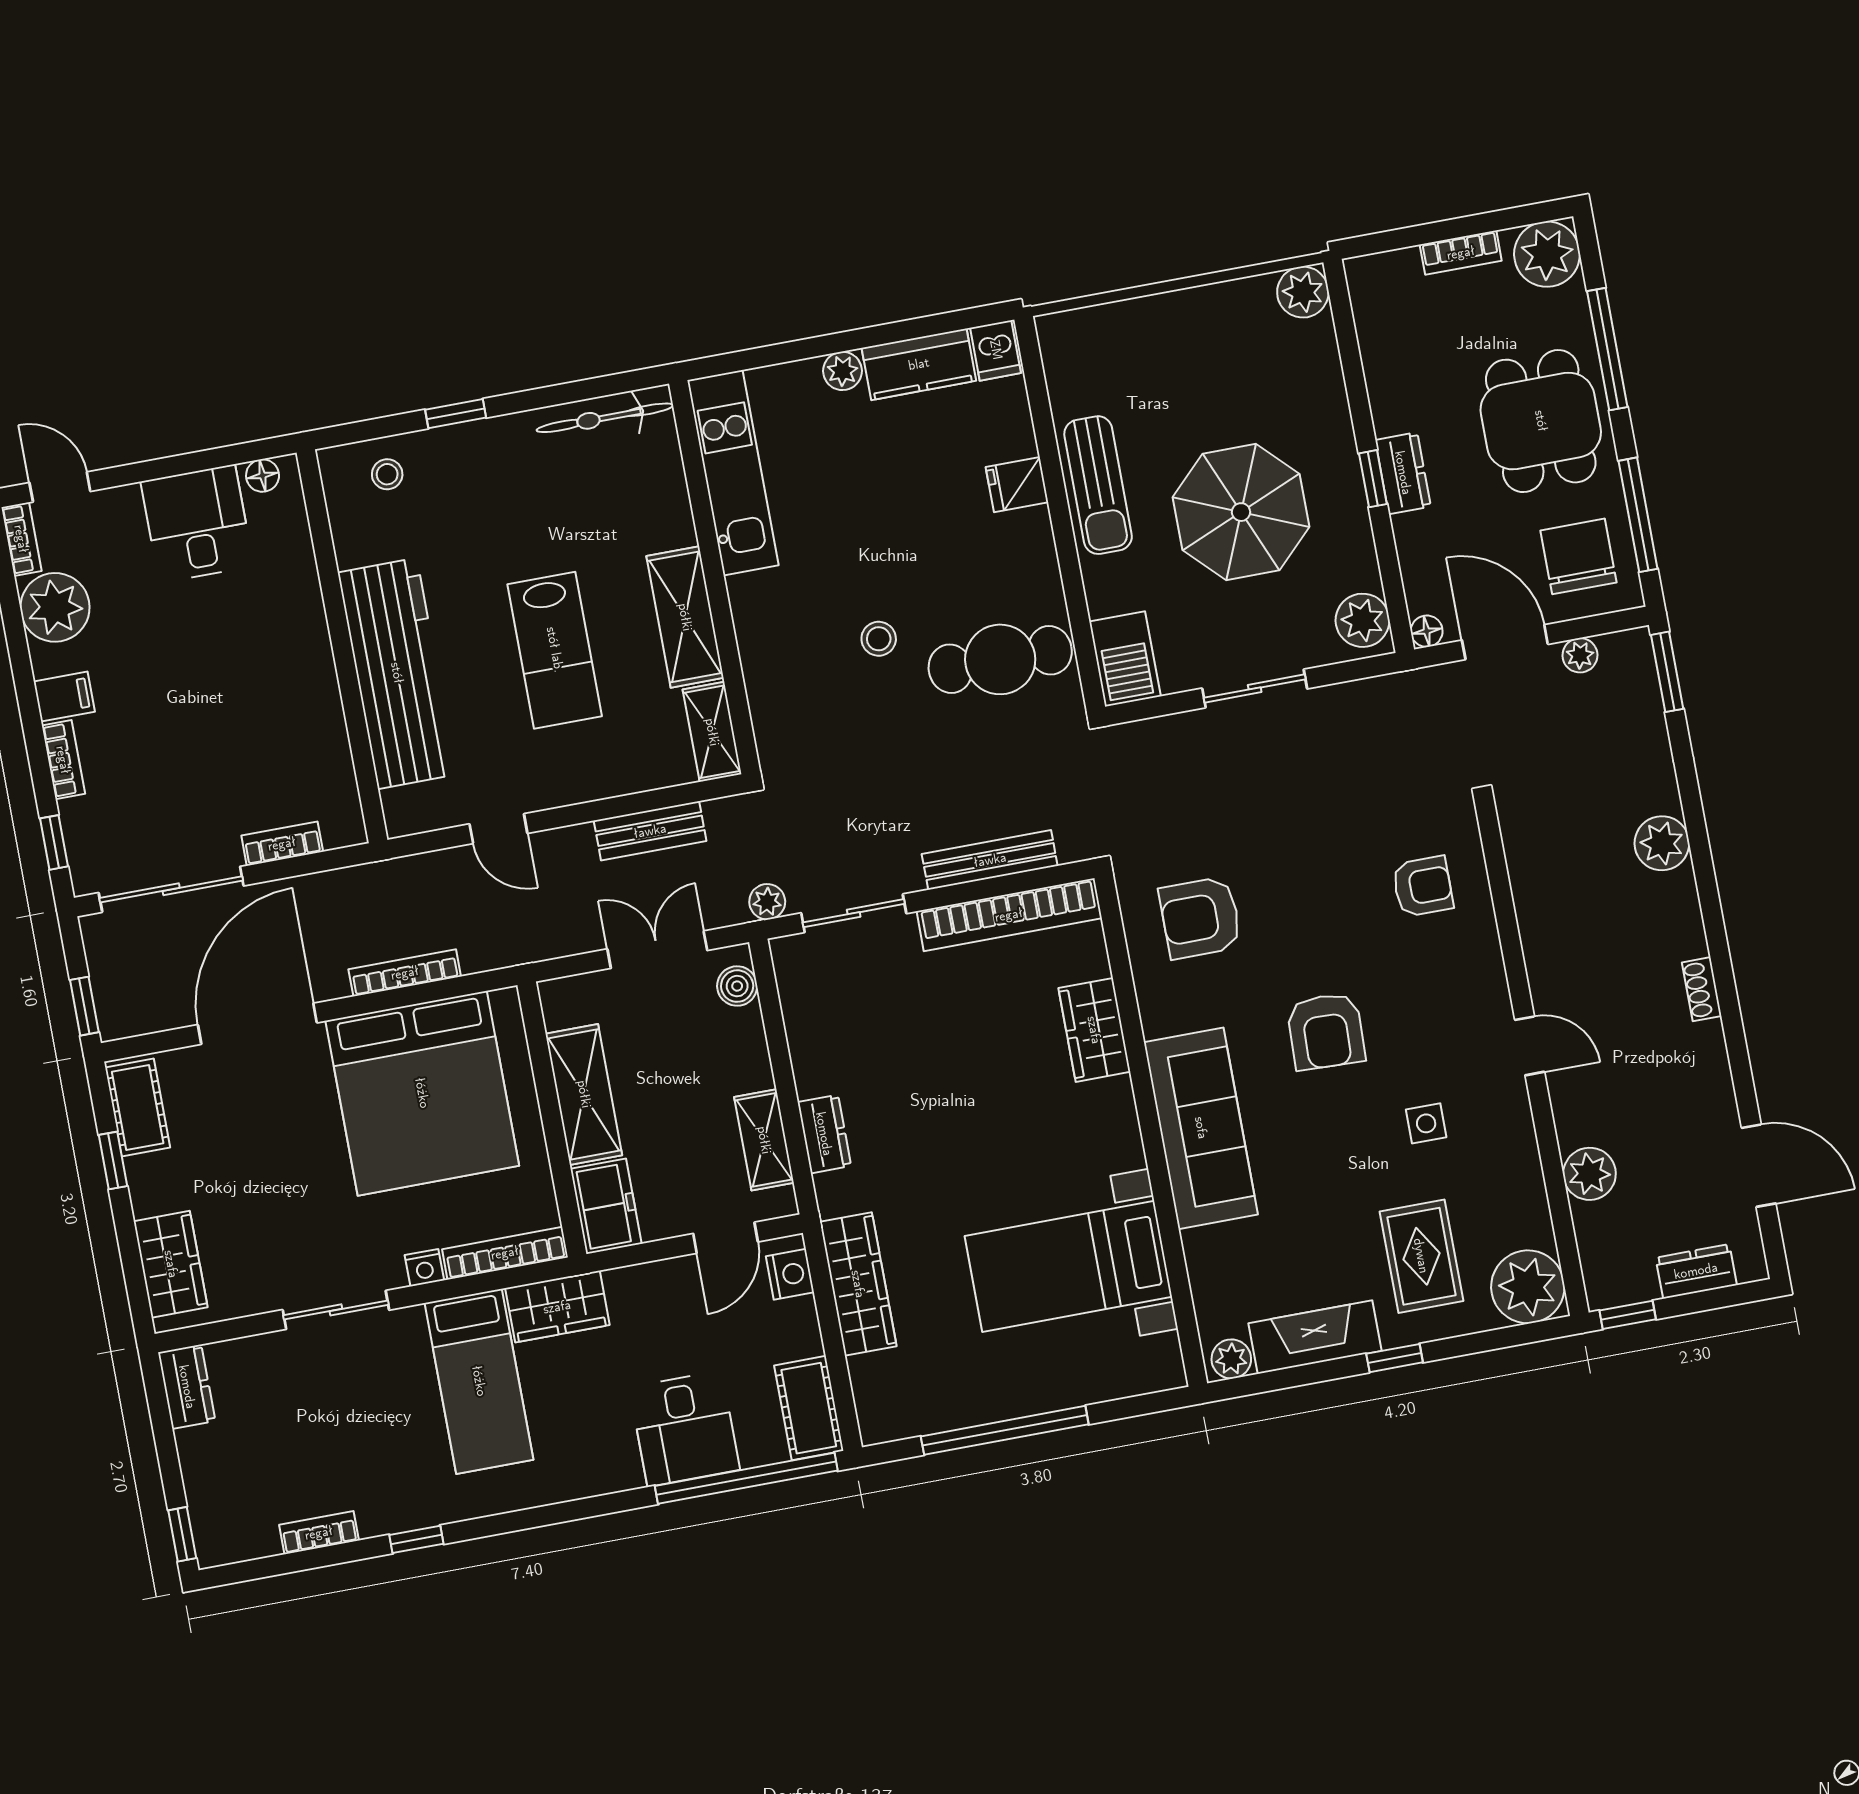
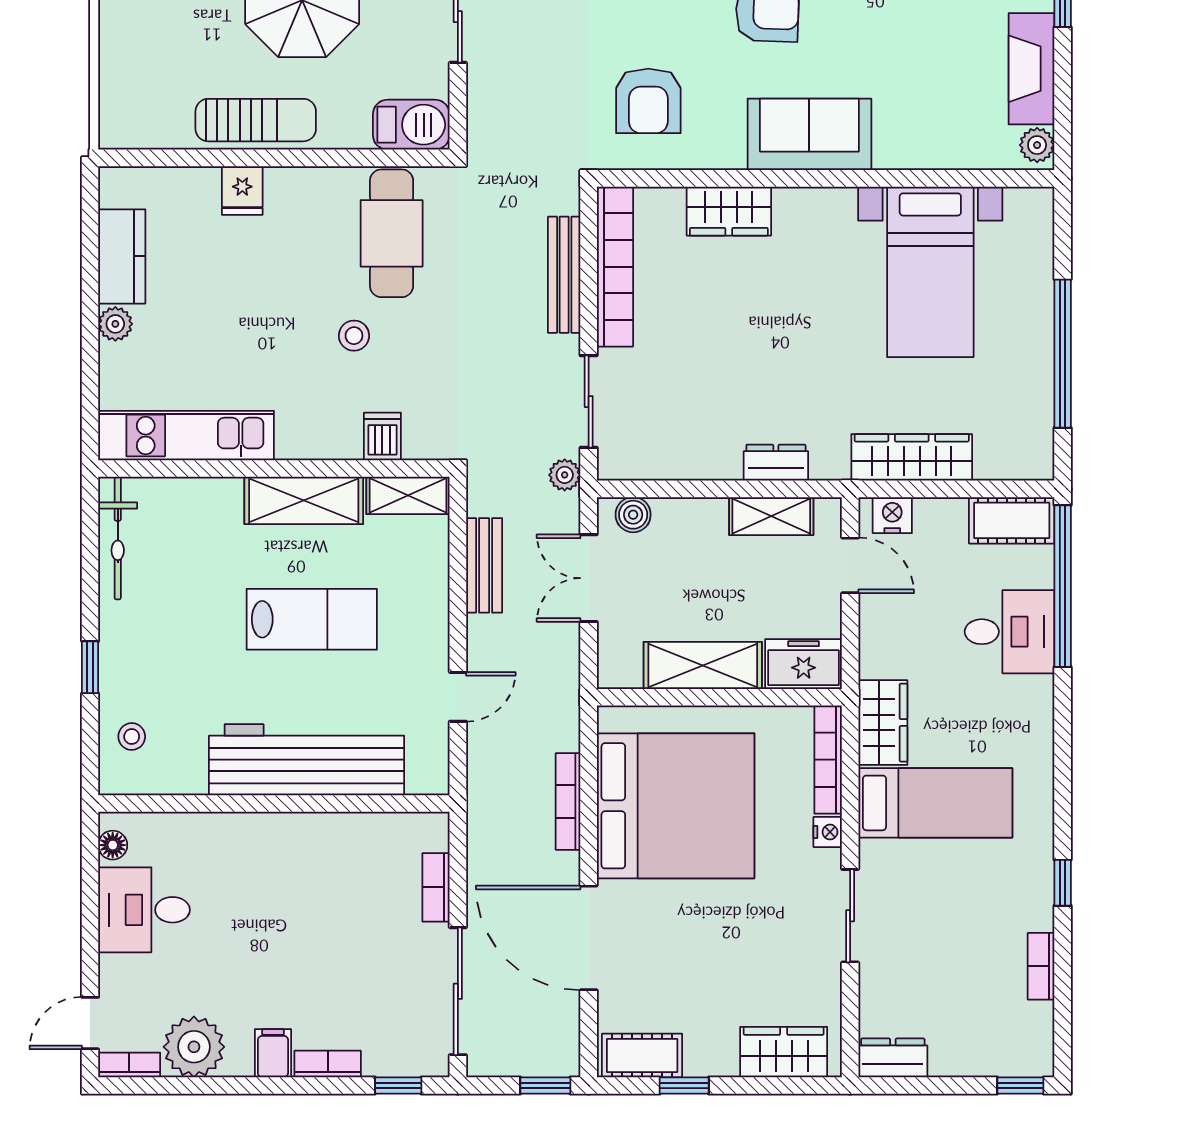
dishwasher: (996, 350) -> (382, 436), moved, turned -90
sofa: (1201, 1128) -> (809, 134), width x0.73

